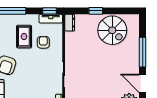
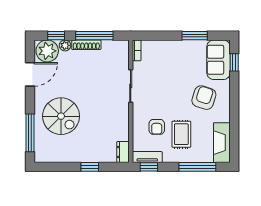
spiral stairs: (112, 30) -> (61, 116), moved, turned 180
window: (143, 52) -> (30, 133), moved
door: (143, 83) -> (30, 74), hinge flipped

